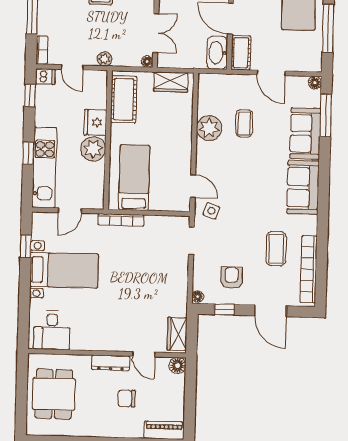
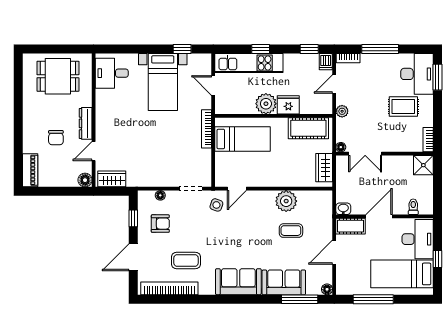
washbasin: (217, 53) -> (343, 209), width x0.52, depth x0.69
floor lamp: (198, 297) -> (160, 195), moved
chair: (126, 398) -> (56, 138), turned 180

